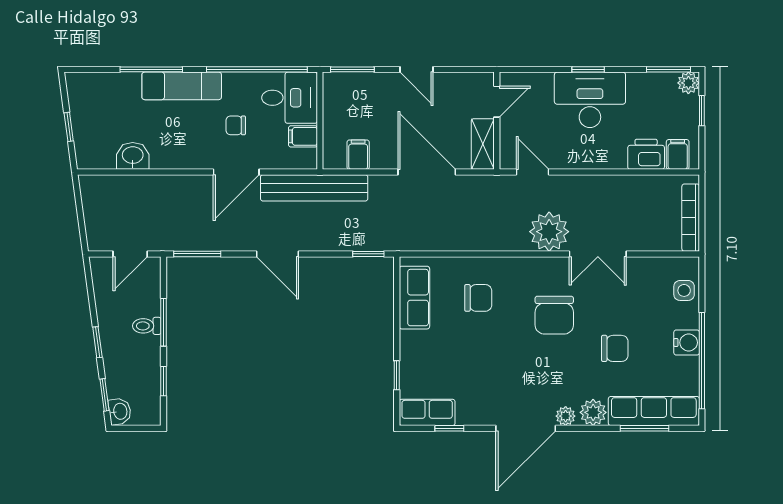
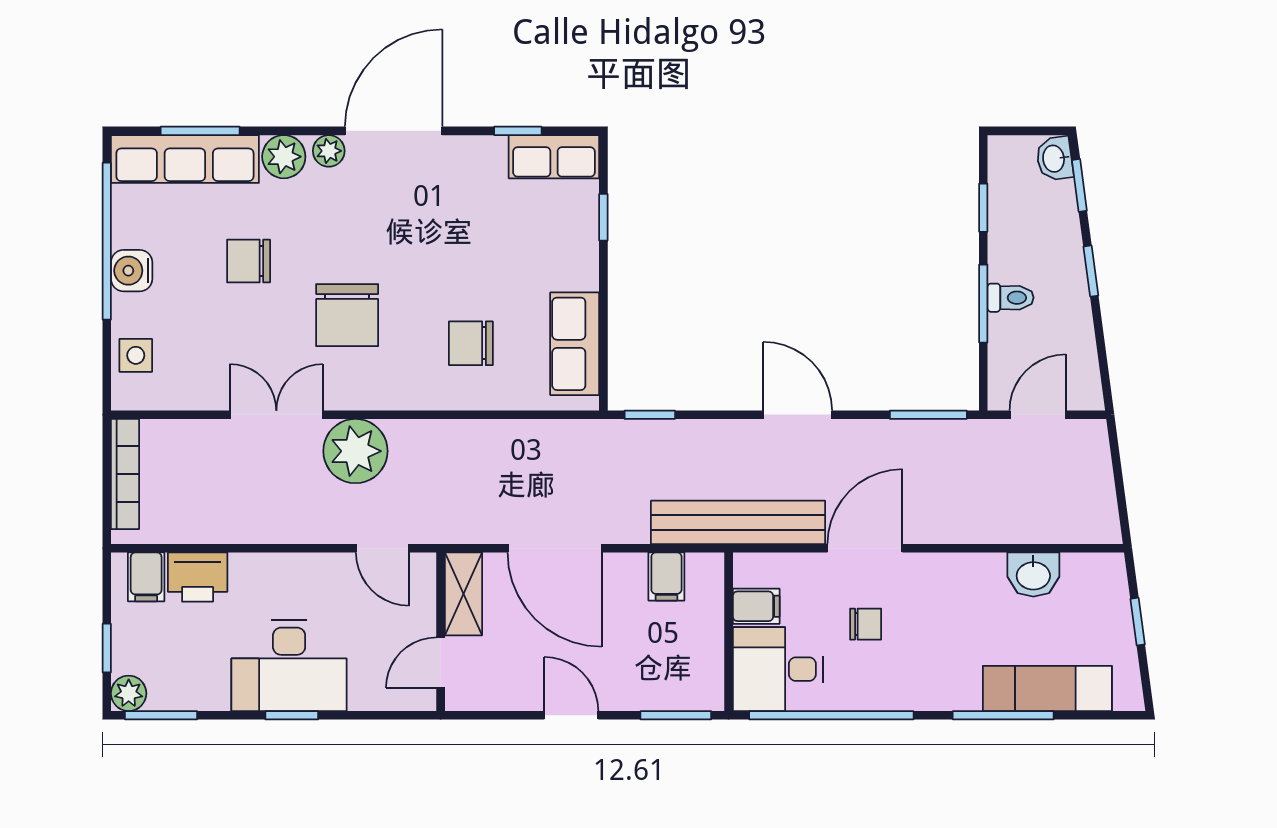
exam couch: (182, 86) -> (1047, 688), moved
chair: (554, 315) -> (347, 315), turned 180

